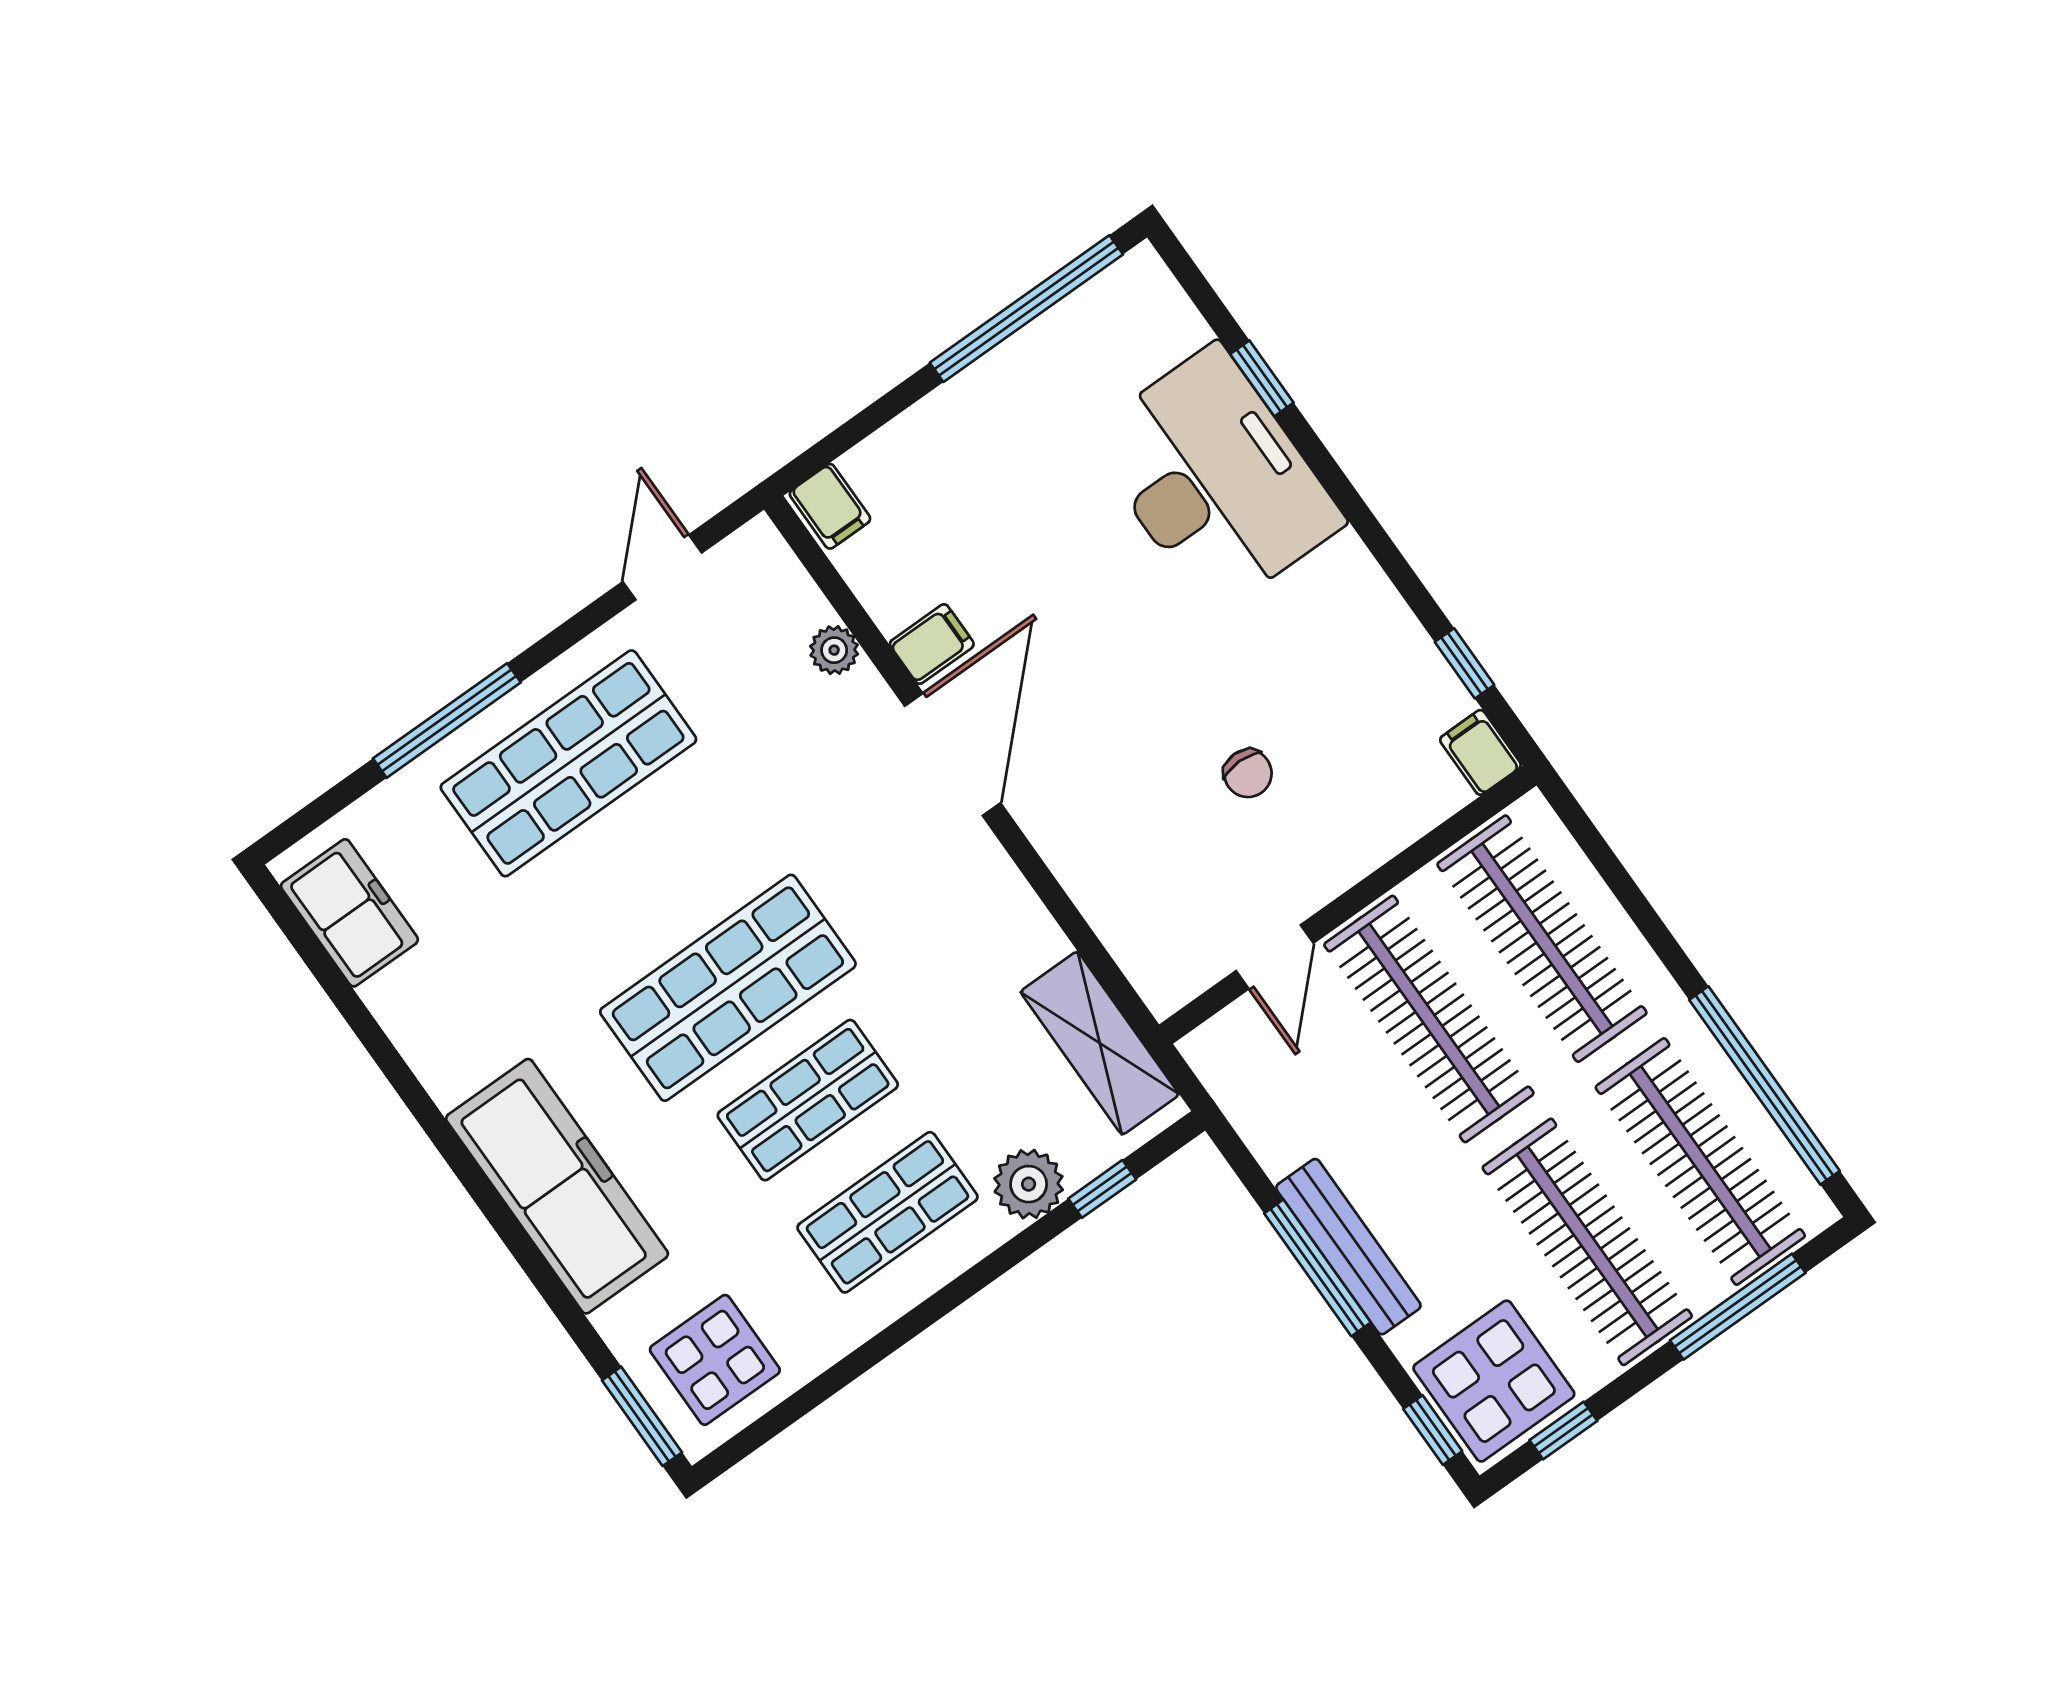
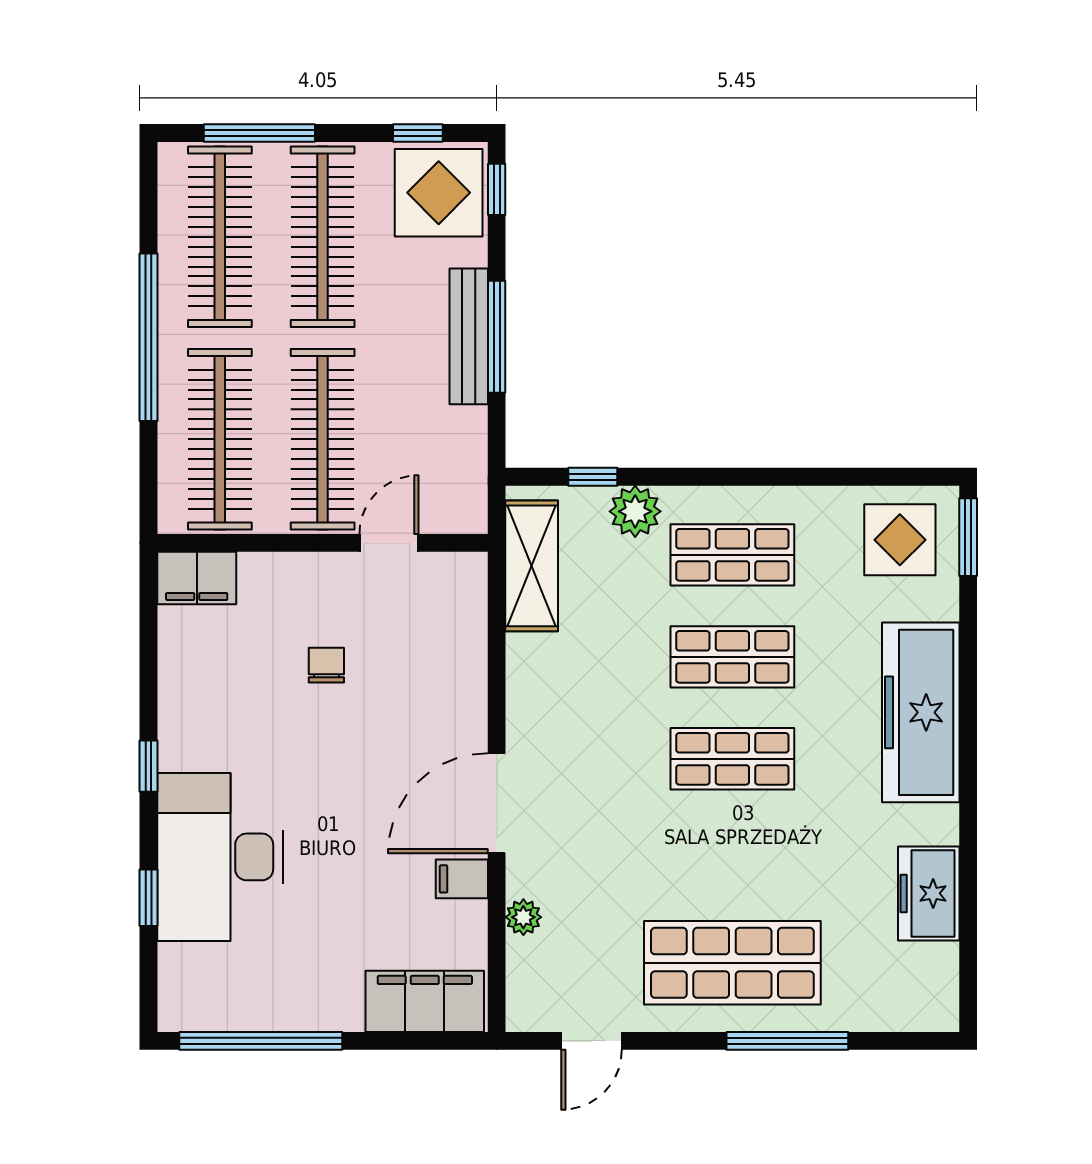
filing cabinet: (830, 506) -> (425, 1001), width x3.00, depth x1.17
window: (1464, 663) -> (148, 766), moved
filing cabinet: (1480, 752) -> (197, 578), width x2.00
freezer: (349, 913) -> (929, 893), moved
shop shelf: (728, 988) -> (732, 759), width x0.70, depth x0.74
window: (1764, 1085) -> (148, 337), moved

